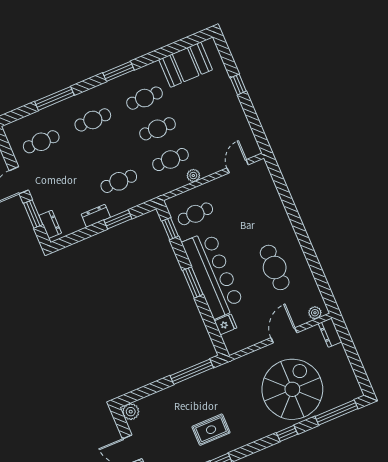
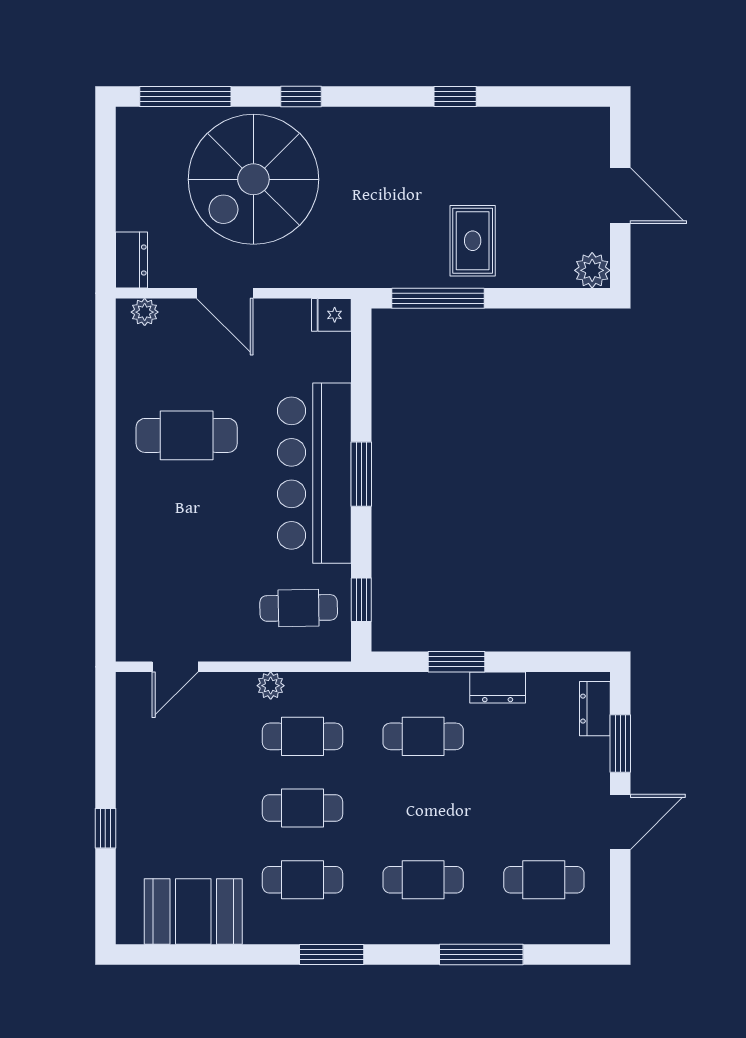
cafe table: (275, 267) -> (187, 435), turned 90
fridge: (226, 324) -> (331, 315), moved
door: (284, 335) -> (225, 293), hinge flipped
rug: (211, 430) -> (473, 241), moved, turned 90

